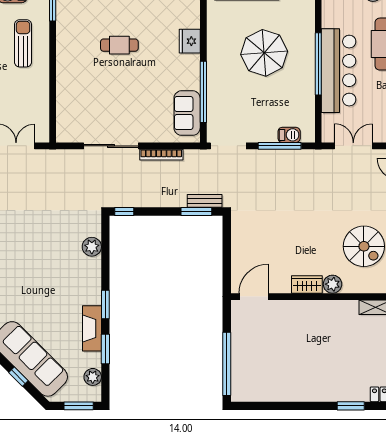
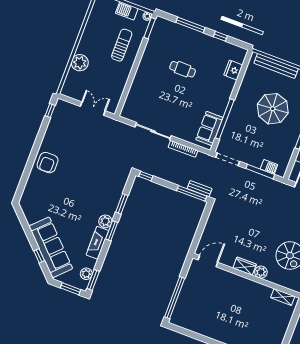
fridge: (190, 41) -> (233, 70), moved
window: (196, 212) -> (192, 193), width x1.44
plant: (92, 247) -> (105, 221), moved
window: (105, 262) -> (122, 204), added
window: (105, 349) -> (93, 280), moved

